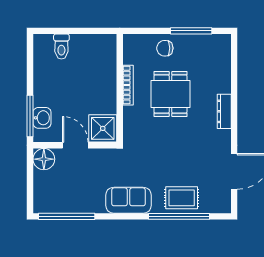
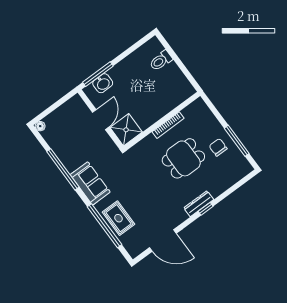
chair: (165, 48) -> (218, 147), moved
window: (234, 108) -> (206, 209), added
floor lamp: (44, 159) -> (40, 126), moved, width x0.53, depth x0.53
window: (67, 216) -> (63, 169), moved

